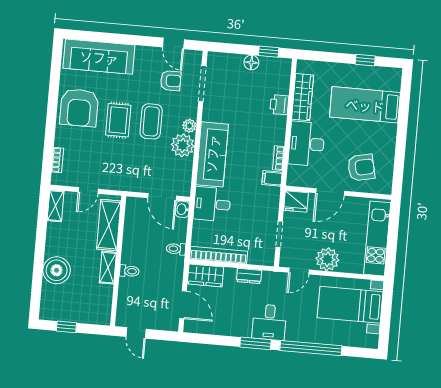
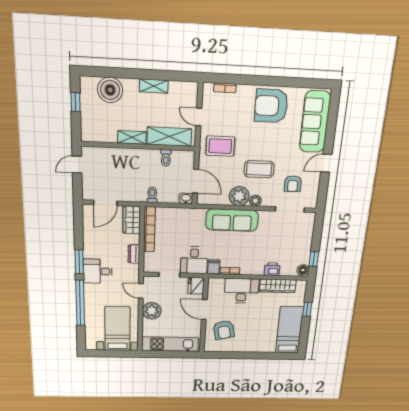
door: (173, 43) -> (326, 163), moved
window: (365, 60) -> (307, 309), moved
floor lamp: (251, 62) -> (303, 270), moved
bed: (365, 105) -> (289, 330), moved
rug: (118, 120) -> (220, 146), moved
door: (162, 197) -> (196, 181), swing flipped
desk: (212, 204) -> (194, 260), moved, turned 180
shelving: (56, 206) -> (154, 86), moved
boiler: (57, 270) -> (110, 90), moved
toilet: (129, 271) -> (166, 158), moved

